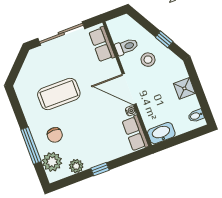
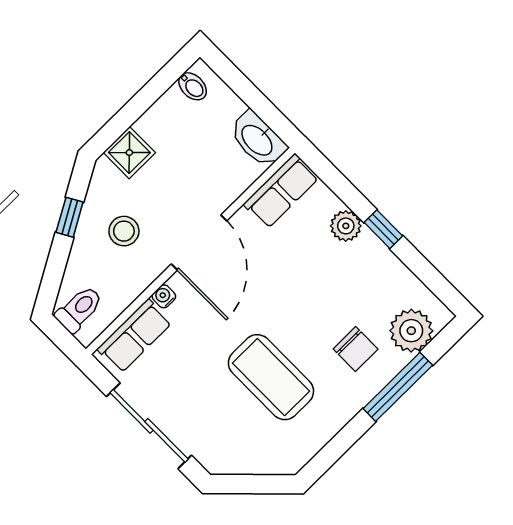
toilet: (126, 47) -> (79, 309), moved, turned 90
shower: (184, 88) -> (129, 153), moved
water cooler: (131, 111) -> (164, 296), moved
chair: (55, 135) -> (356, 349), turned 90
plant: (76, 166) -> (346, 226), moved

